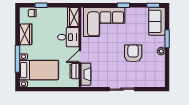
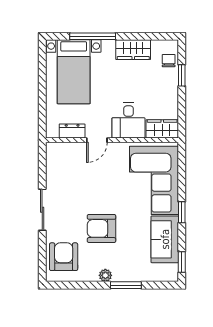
sofa: (157, 21) -> (165, 239), moved, turned -90
armchair: (133, 53) -> (102, 228), turned 180
door: (80, 56) -> (97, 140), swing flipped
fireplace: (86, 74) -> (67, 150), removed
armchair: (150, 76) -> (64, 257), added

